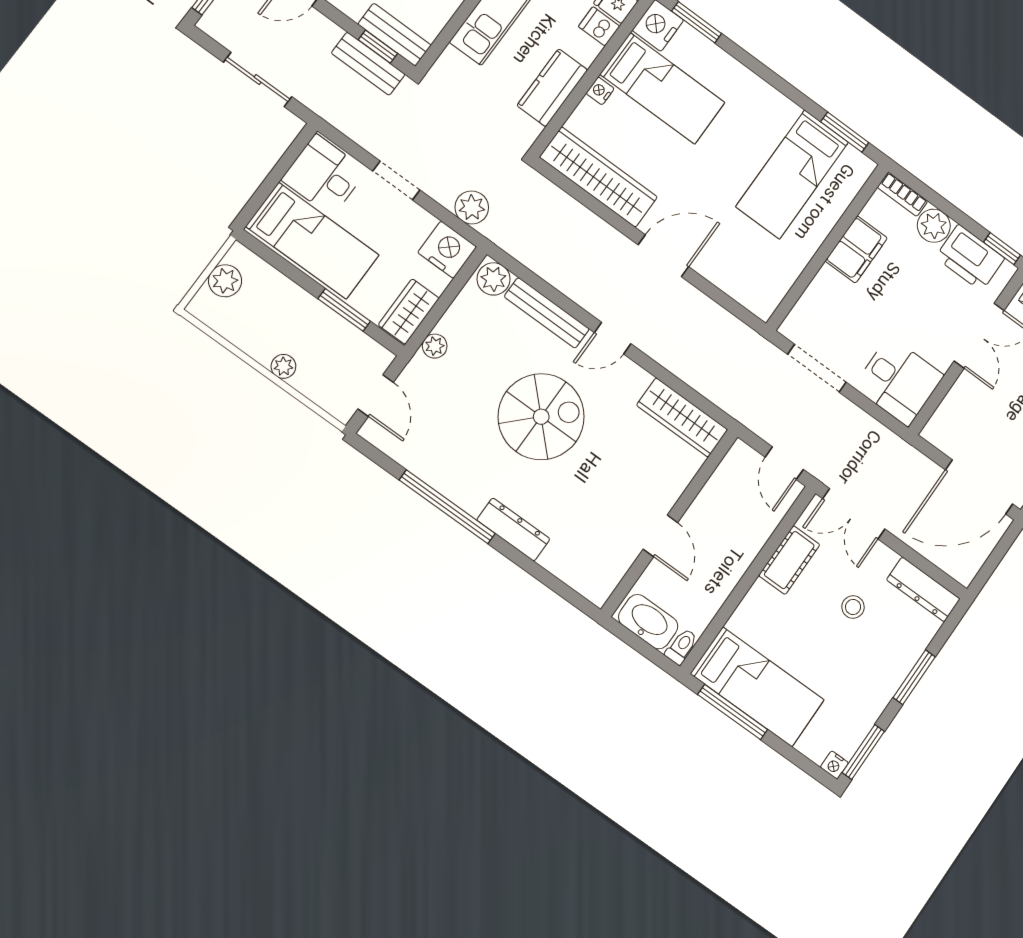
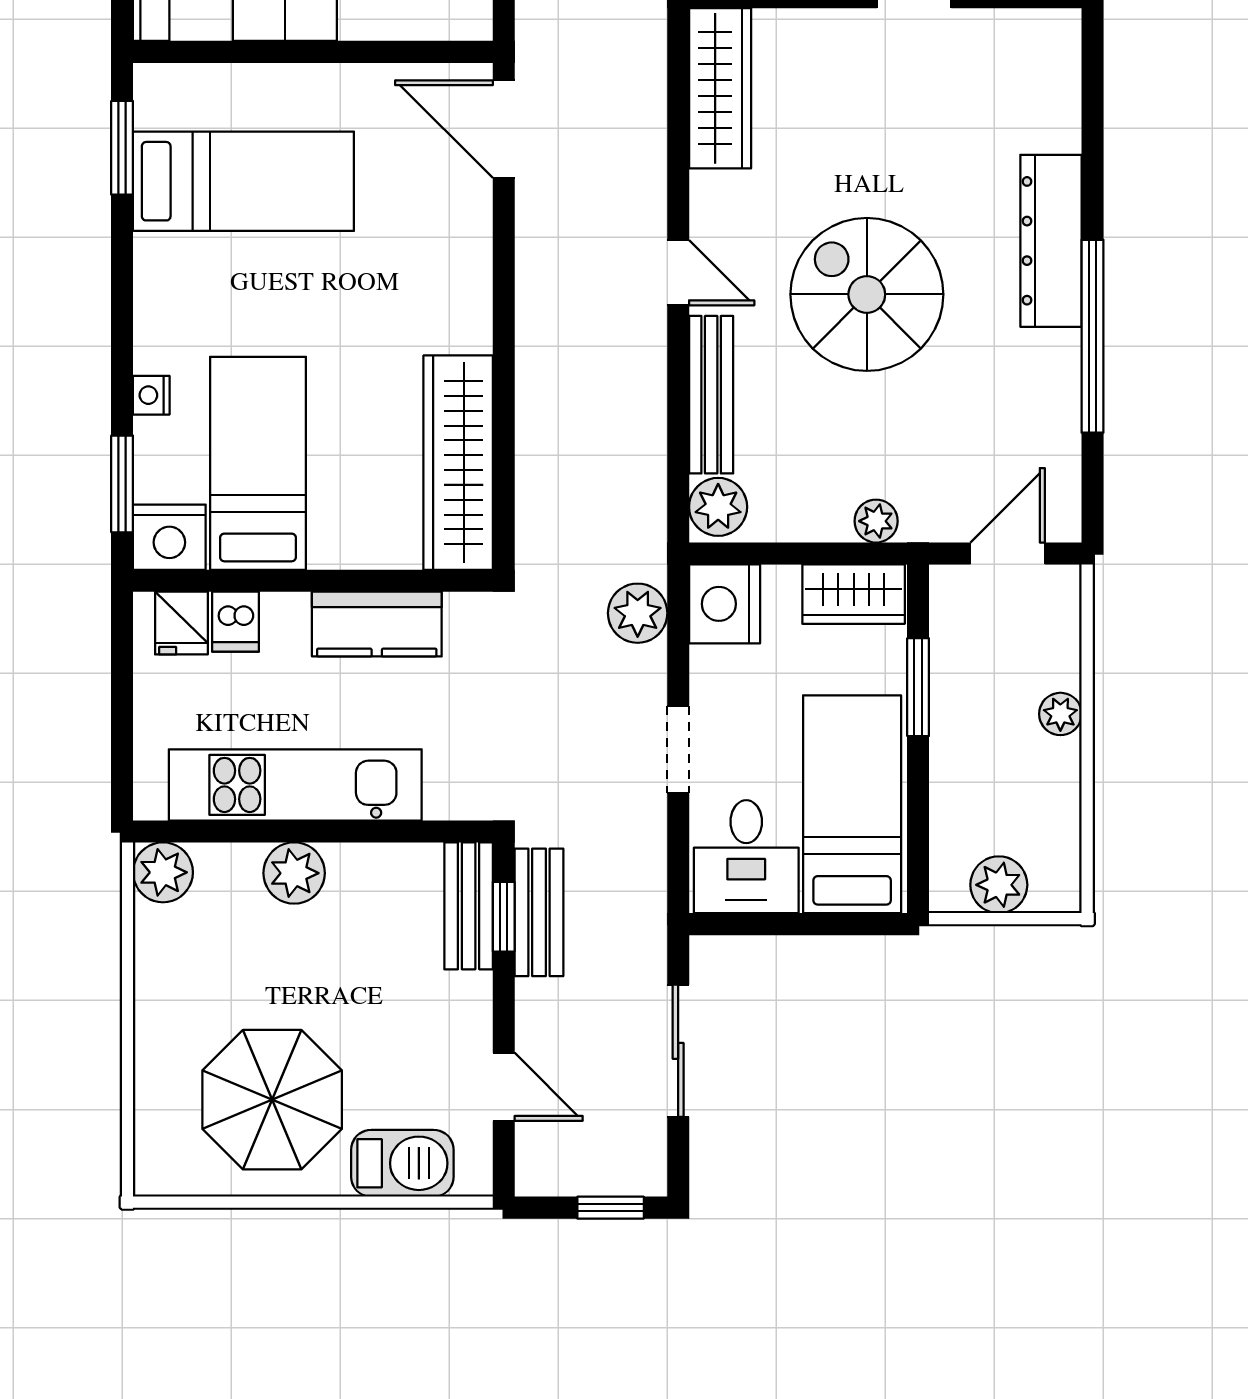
nightstand: (600, 91) -> (151, 395), moved, turned 90
door: (663, 256) -> (504, 129), moved
dresser: (513, 529) -> (1051, 241), width x1.37, depth x1.24

